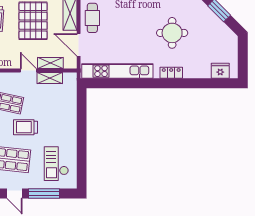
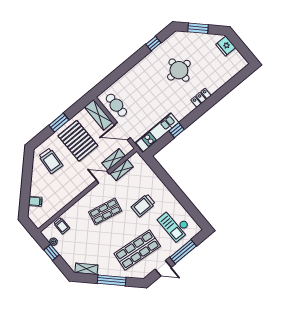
kitchen unit: (117, 71) -> (157, 132), width x0.73
fridge: (220, 71) -> (226, 46), moved, turned -90
window: (126, 83) -> (177, 130), added
trolley: (25, 127) -> (143, 205), moved

